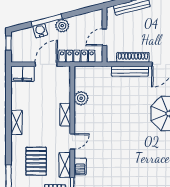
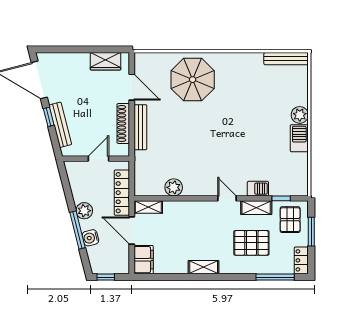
door: (104, 37) -> (99, 159), swing flipped
shelving: (65, 115) -> (148, 207), moved

